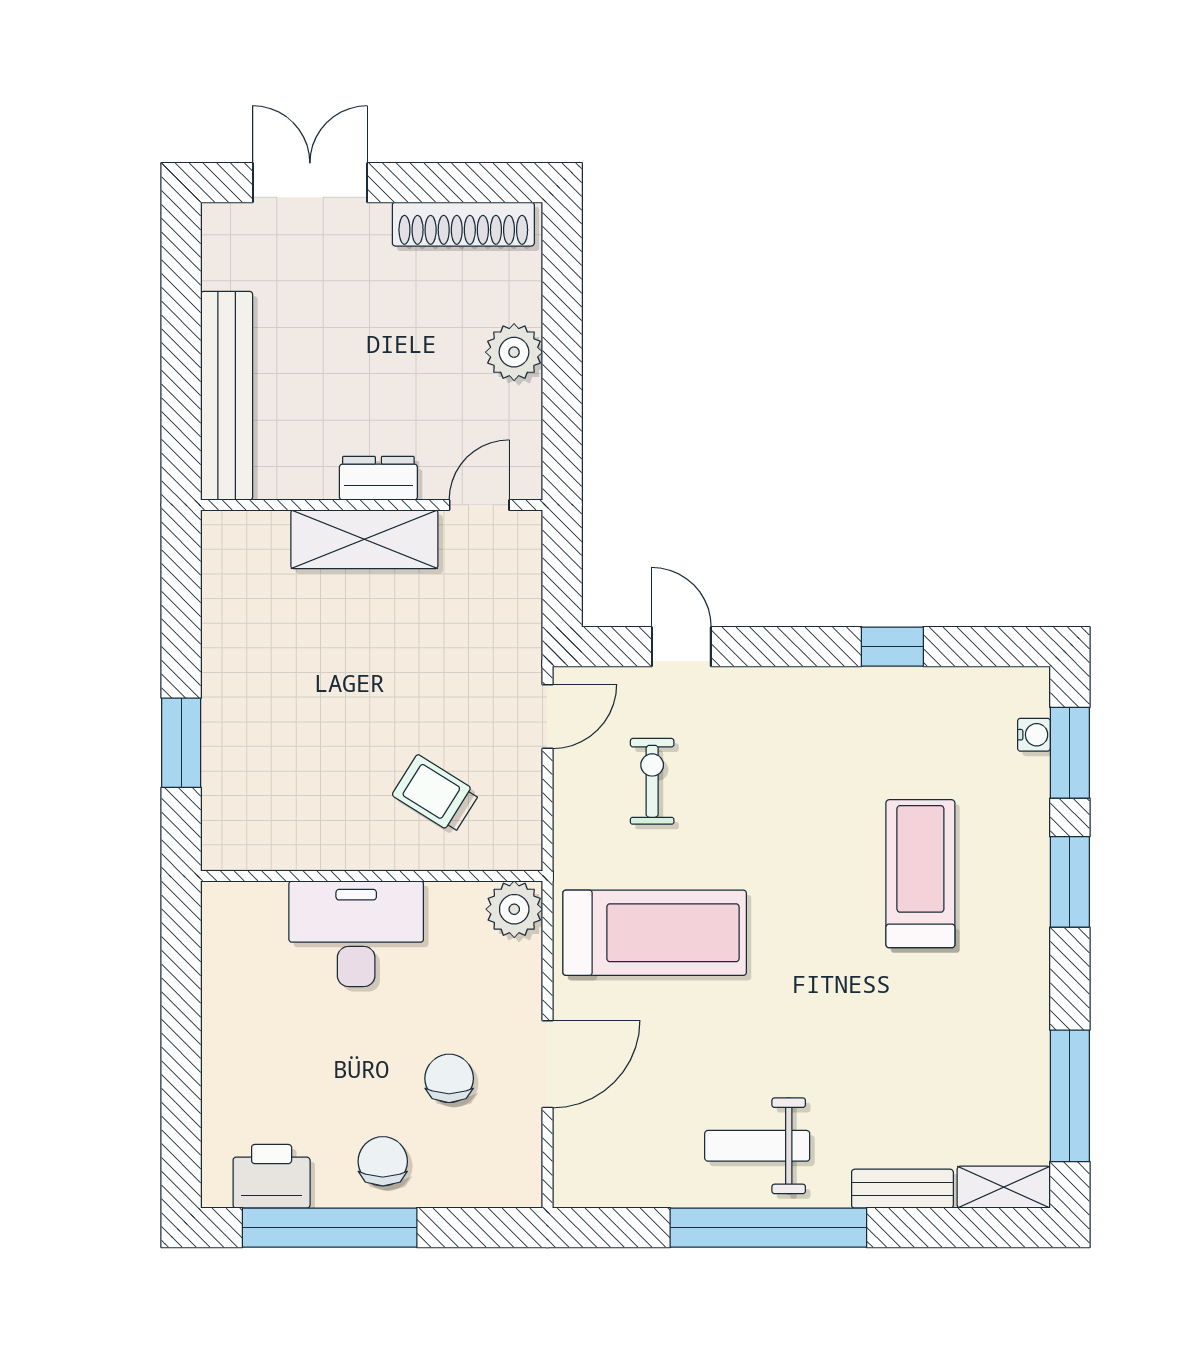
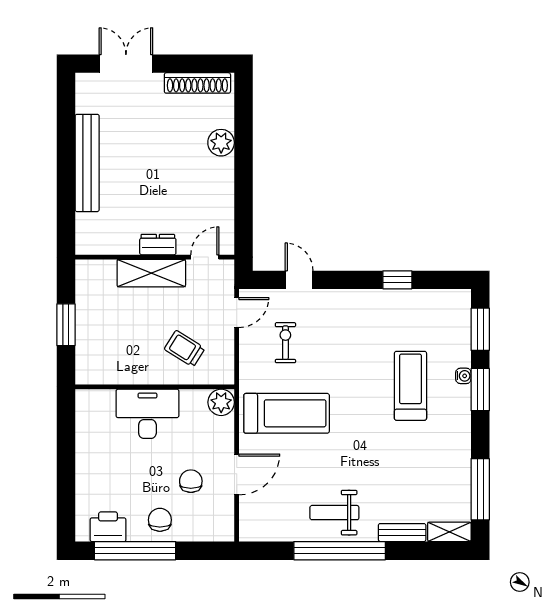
dresser: (378, 478) -> (158, 245), moved
wall: (372, 505) -> (155, 257), moved
door: (479, 505) -> (205, 257), moved
shelving: (364, 539) -> (151, 273), moved
water cooler: (1034, 735) -> (463, 376), moved

